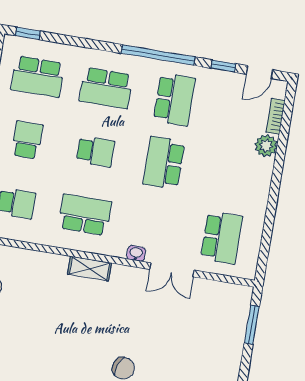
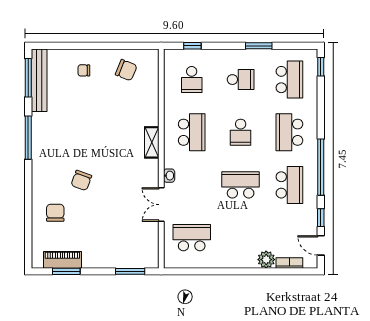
school desk: (38, 77) -> (289, 80), turned 180
school desk: (174, 99) -> (289, 185), turned -90
school desk: (222, 238) -> (192, 238), turned 180

